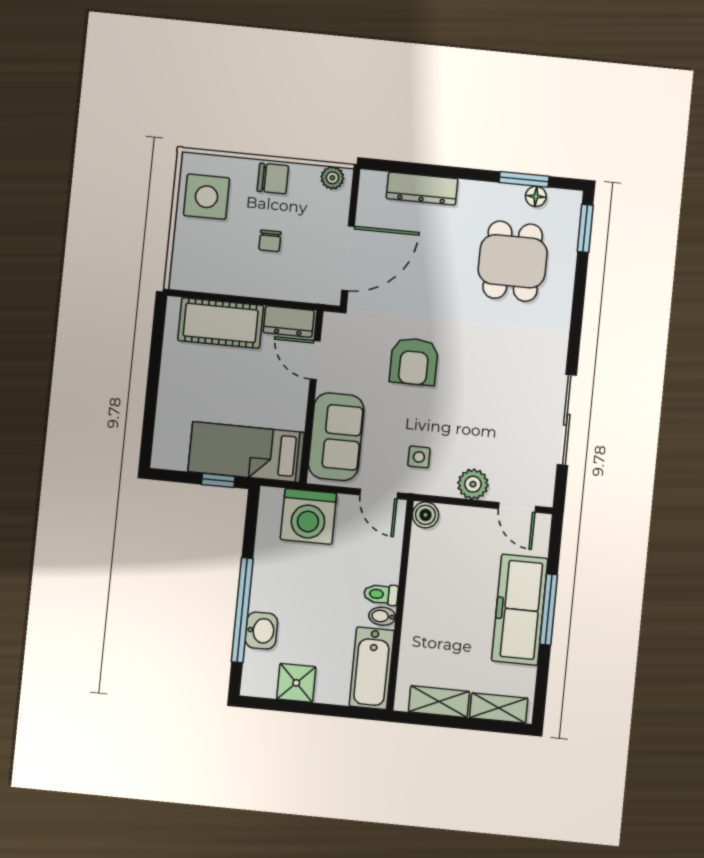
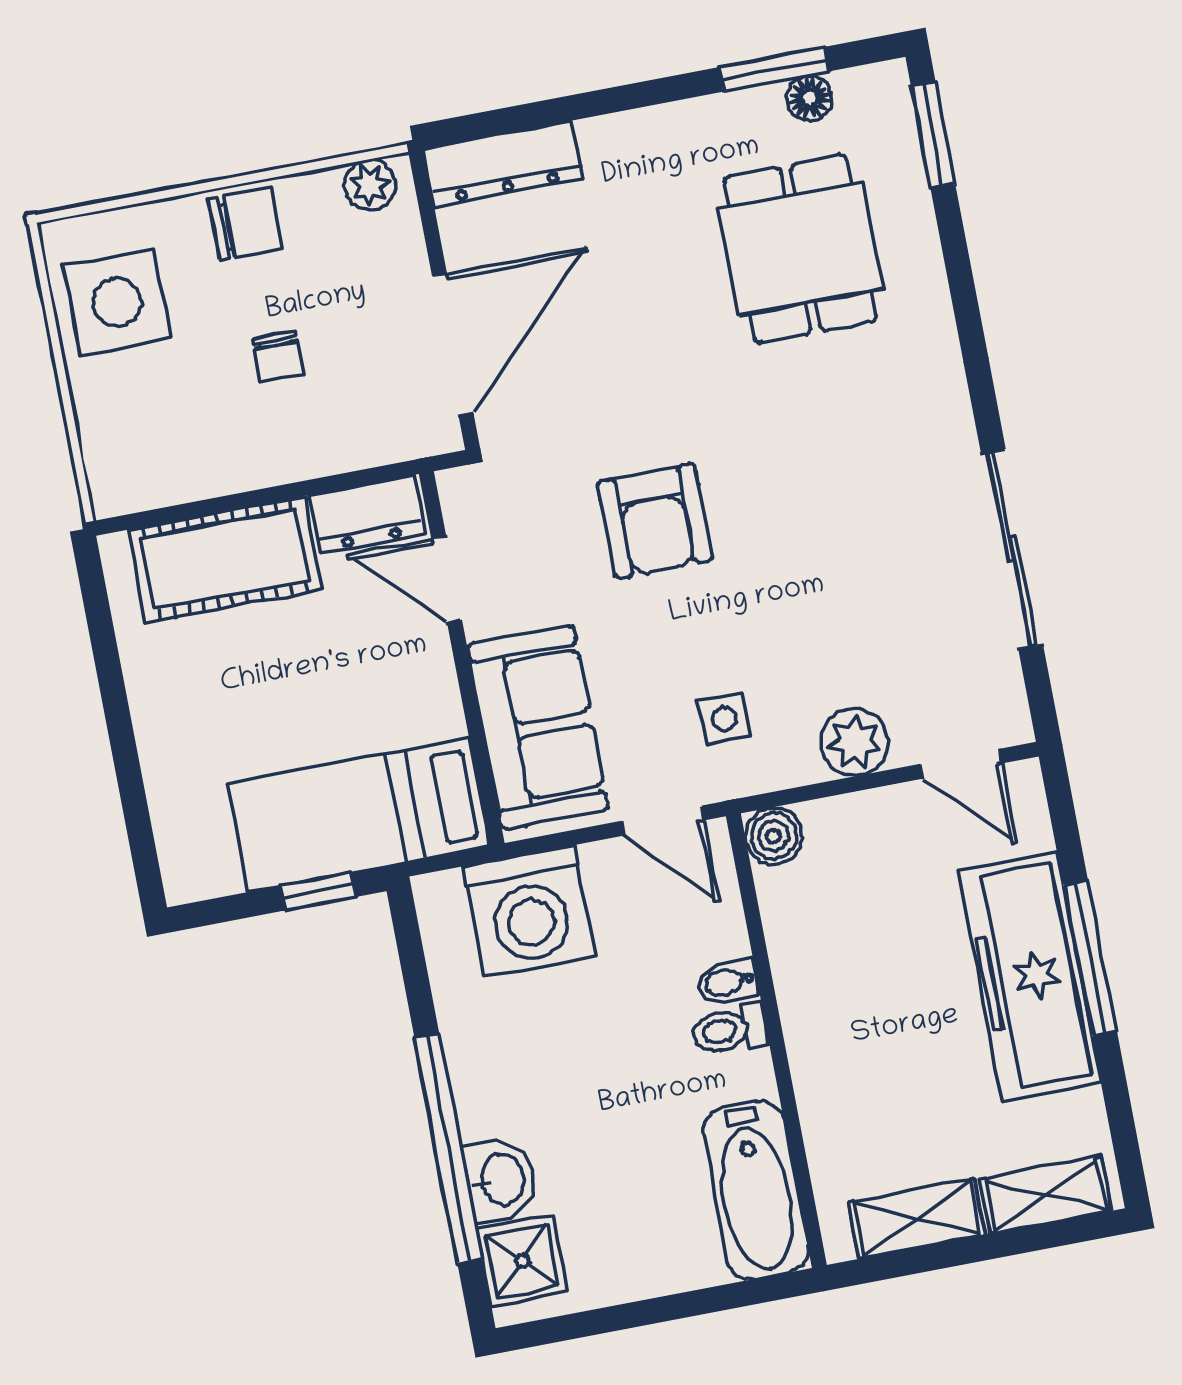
dresser: (422, 189) -> (503, 164), moved
bidet: (382, 616) -> (728, 982), moved
shower: (296, 683) -> (522, 1261), moved

